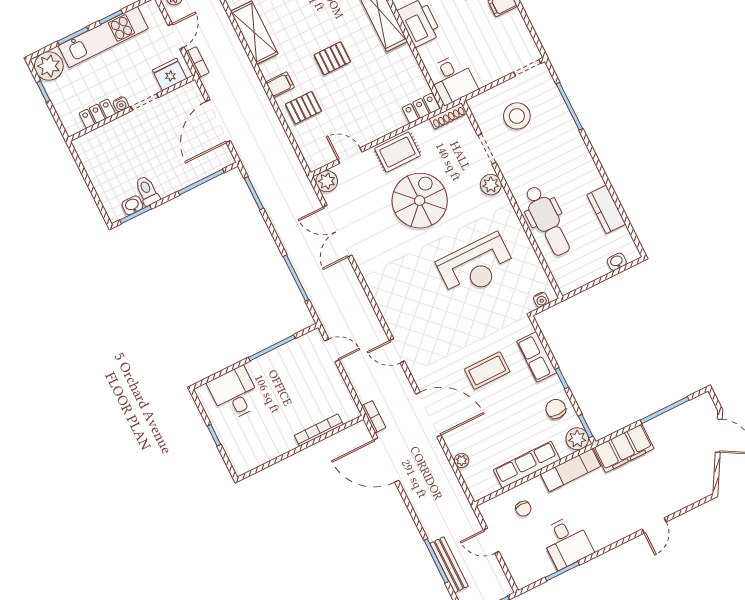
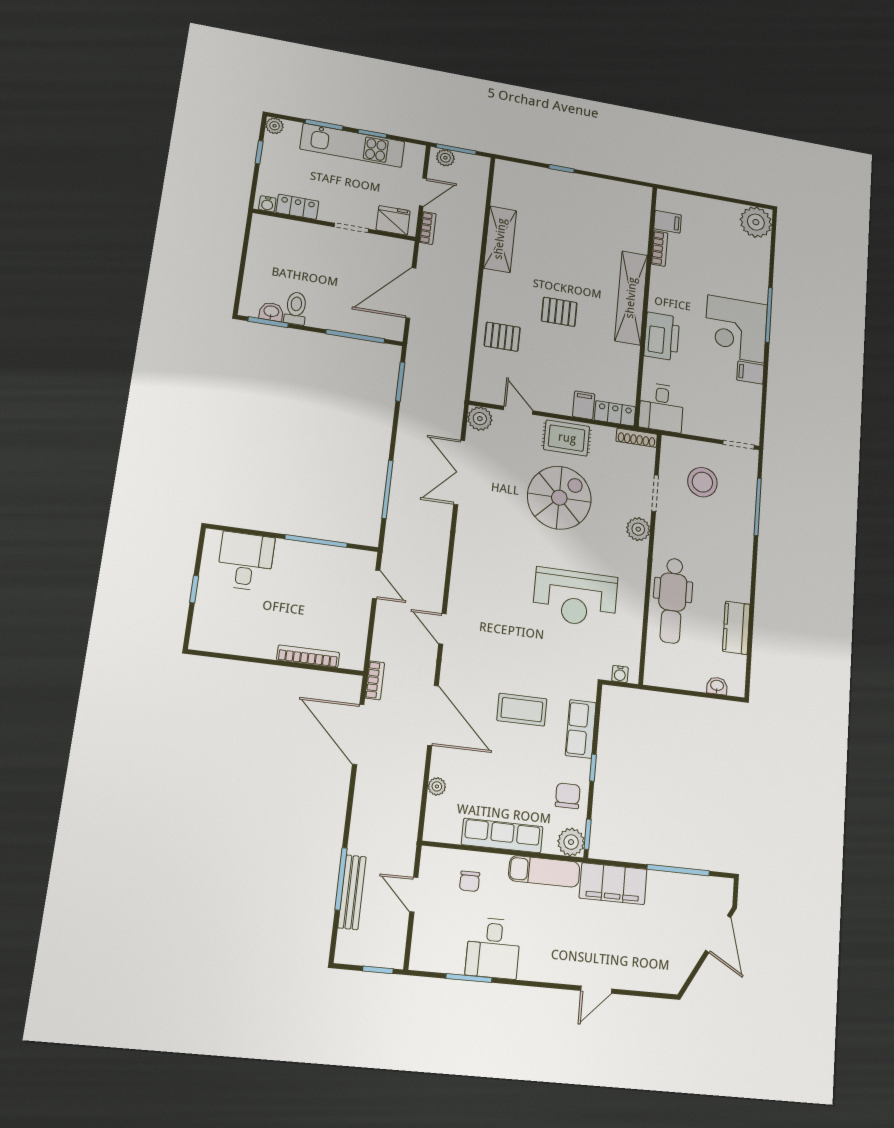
plant: (49, 66) -> (275, 126), width x0.53, depth x0.53
filing cabinet: (280, 85) -> (584, 405), moved, turned -90
water cooler: (121, 104) -> (267, 204), moved

